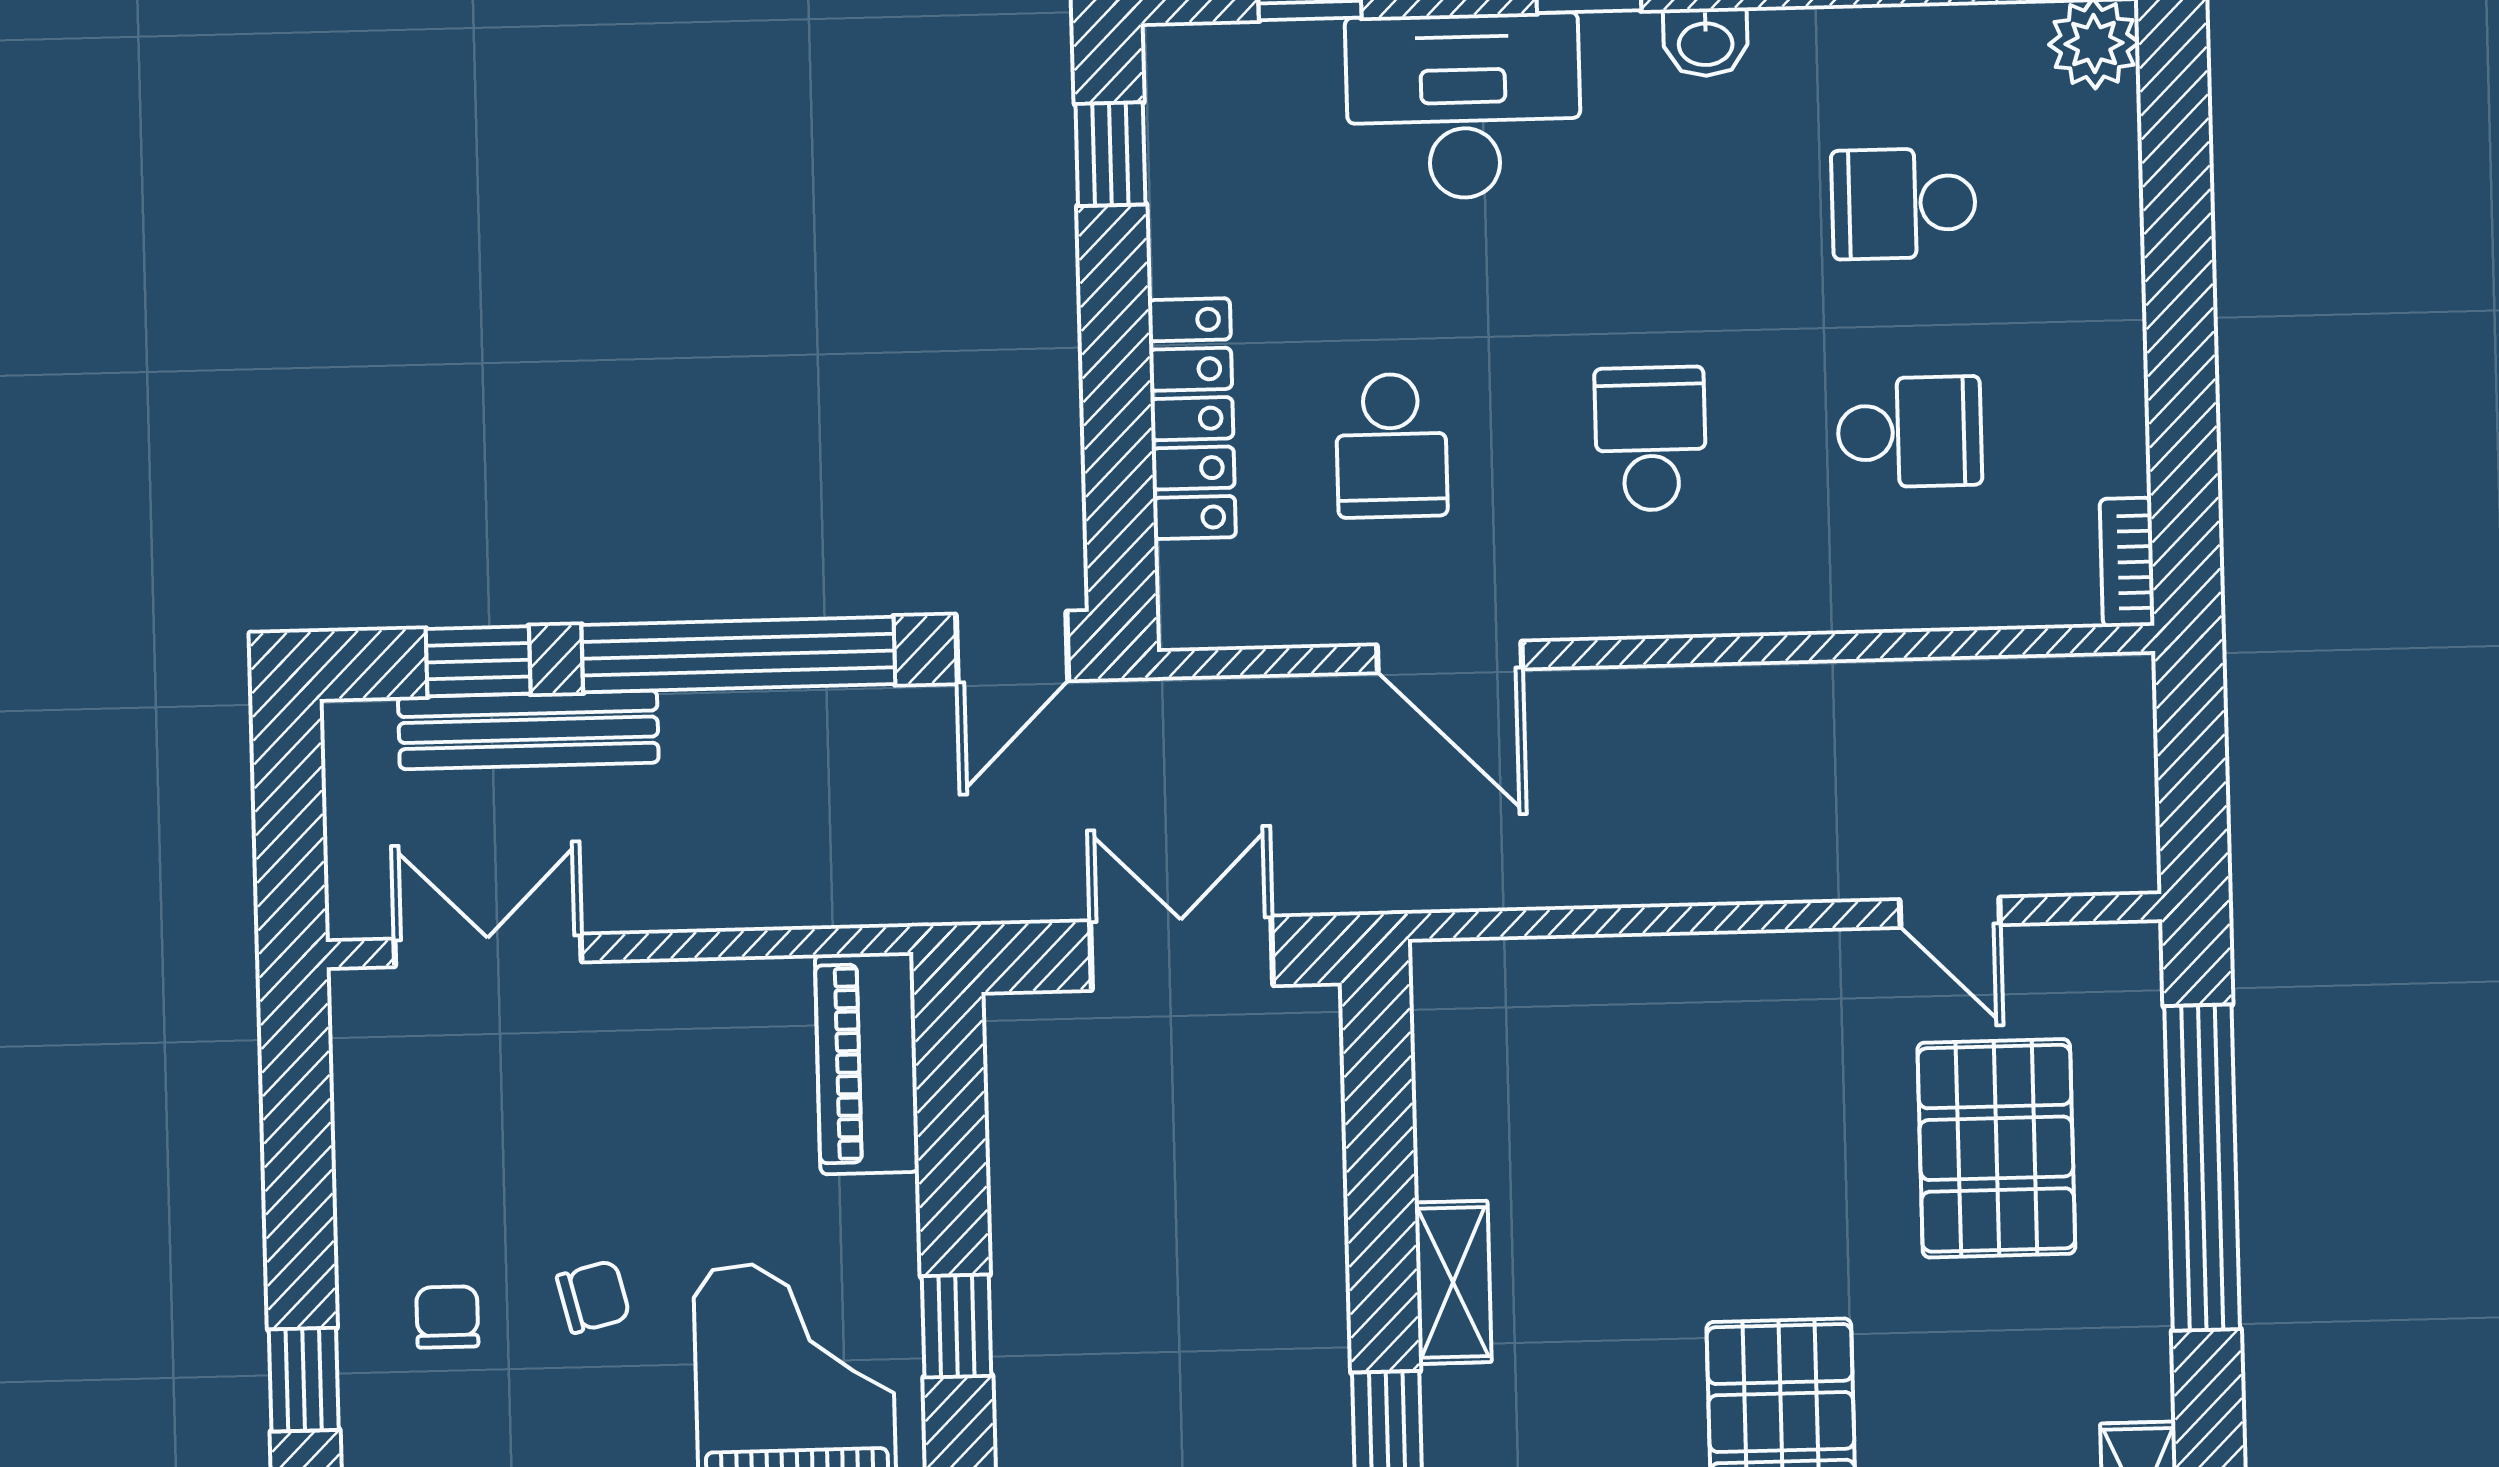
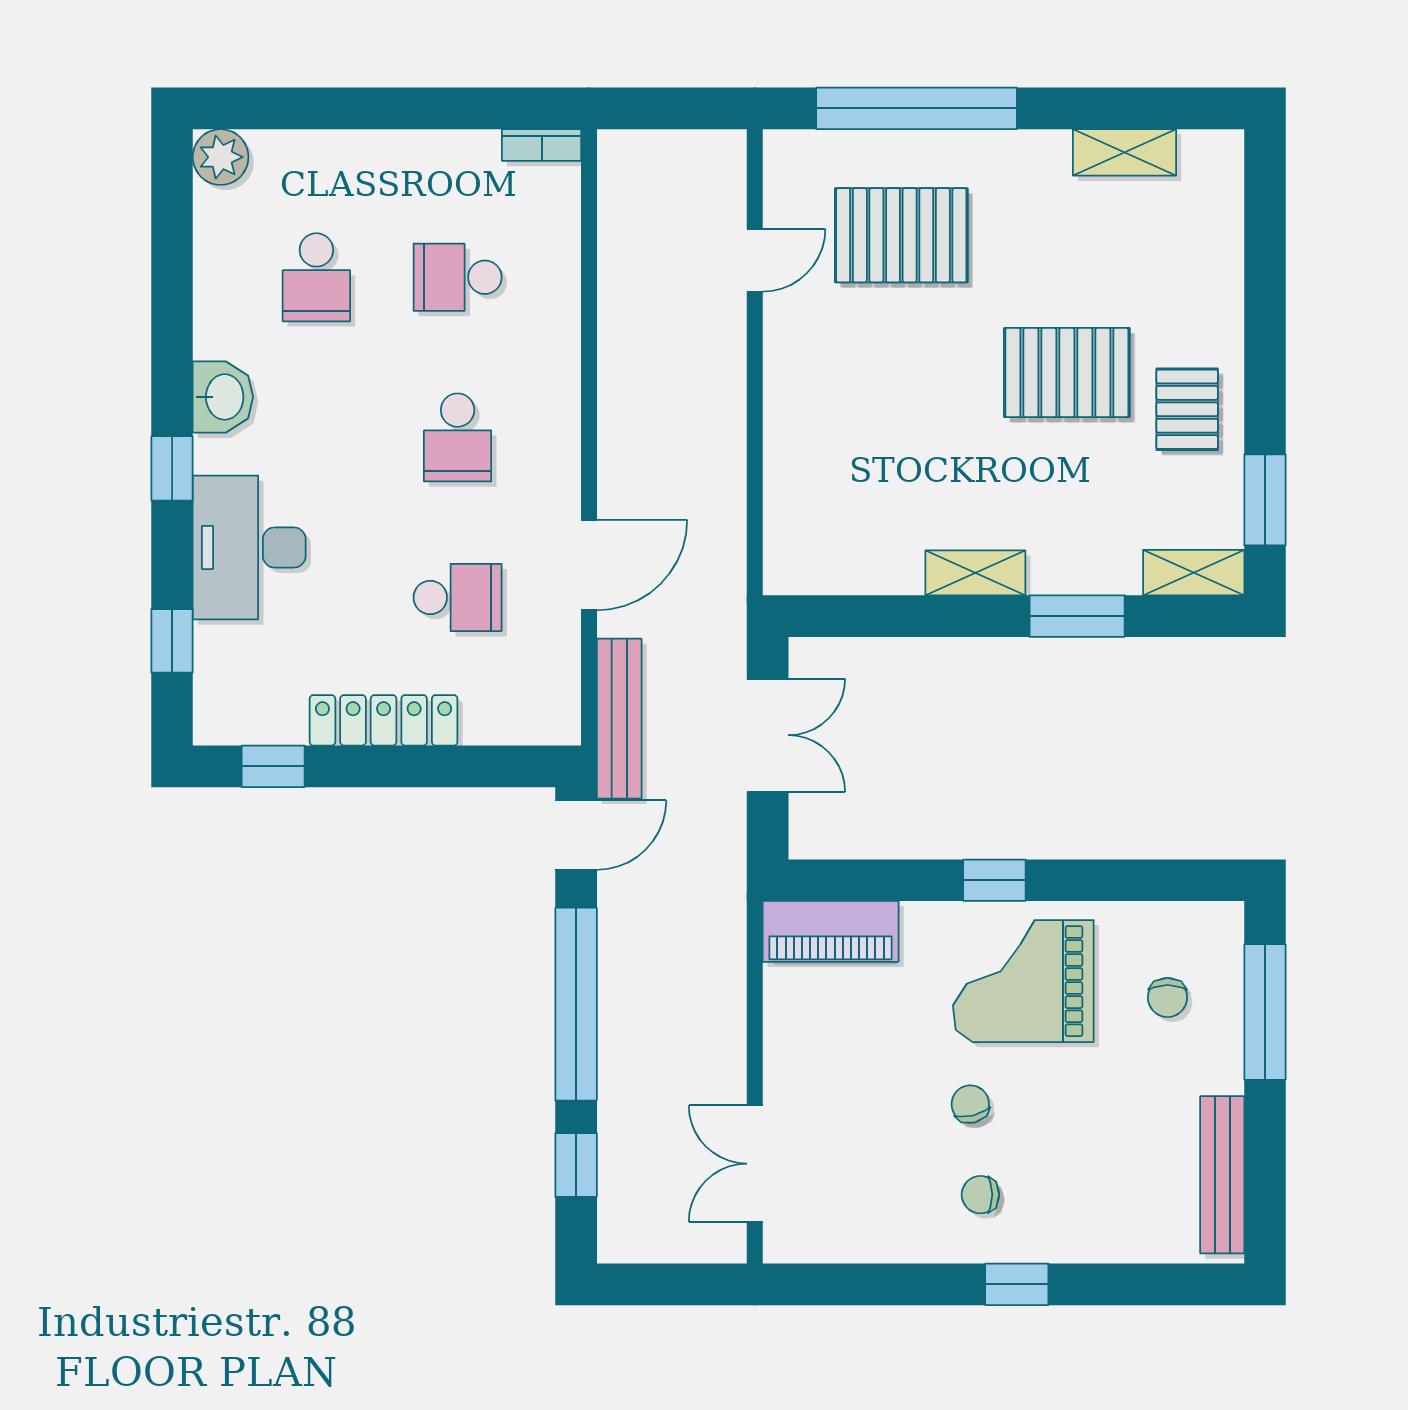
washbasin: (1706, 42) -> (223, 397), width x1.38, depth x1.45
locker: (1192, 419) -> (384, 720), moved
school desk: (1910, 432) -> (458, 277), turned -90
school desk: (1651, 439) -> (458, 437), turned -90
door: (1012, 647) -> (576, 835), hinge flipped
bench: (528, 730) -> (619, 719), moved
double door: (1182, 953) -> (768, 735), swing flipped

